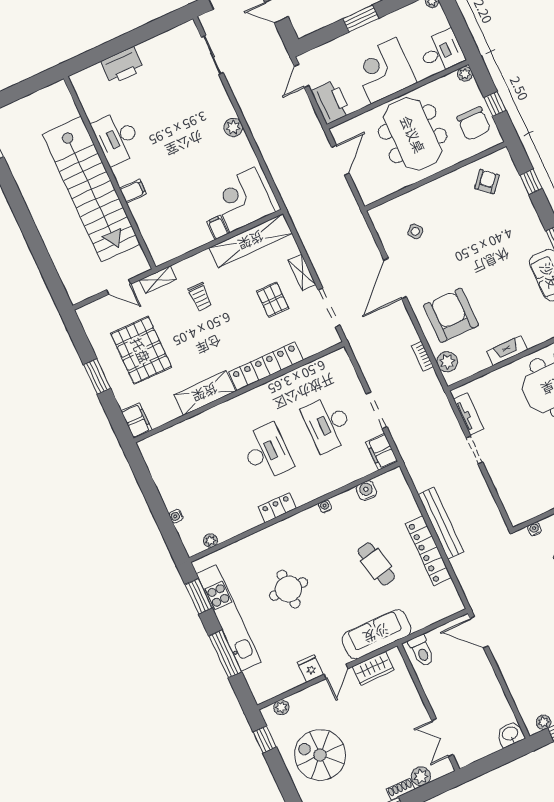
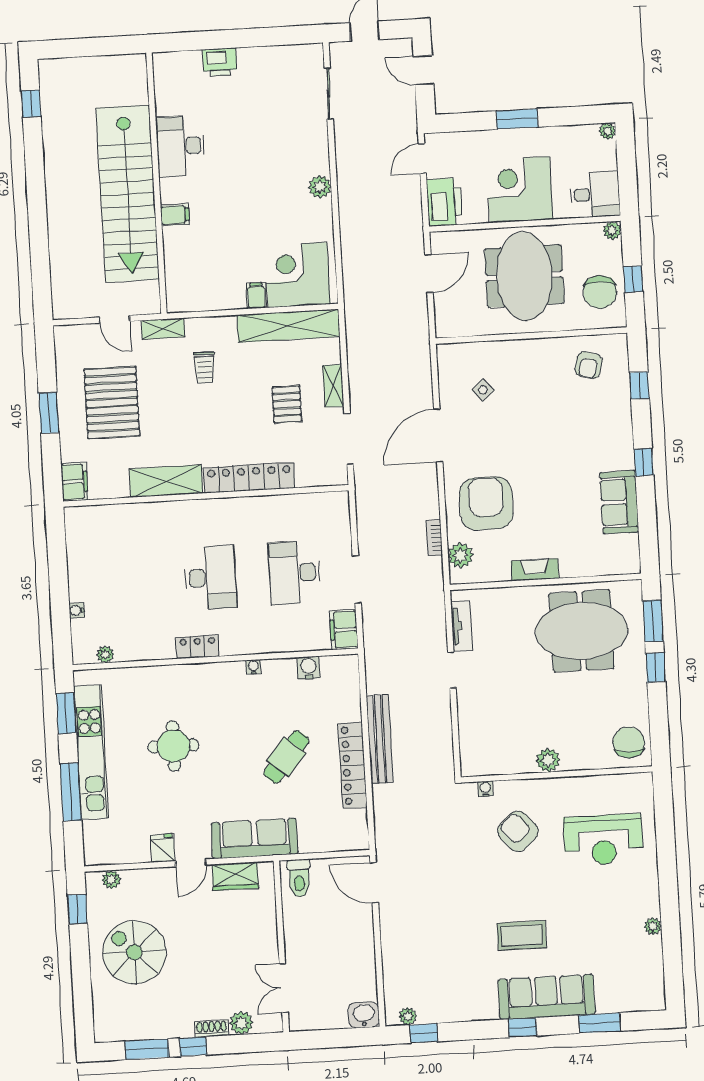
printer: (122, 66) -> (220, 62), width x0.73, depth x0.84
armchair: (487, 182) -> (589, 365), turned 153
cafe table: (376, 564) -> (286, 757), turned 52

